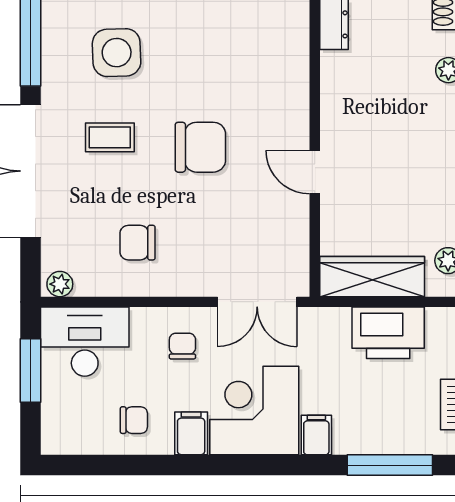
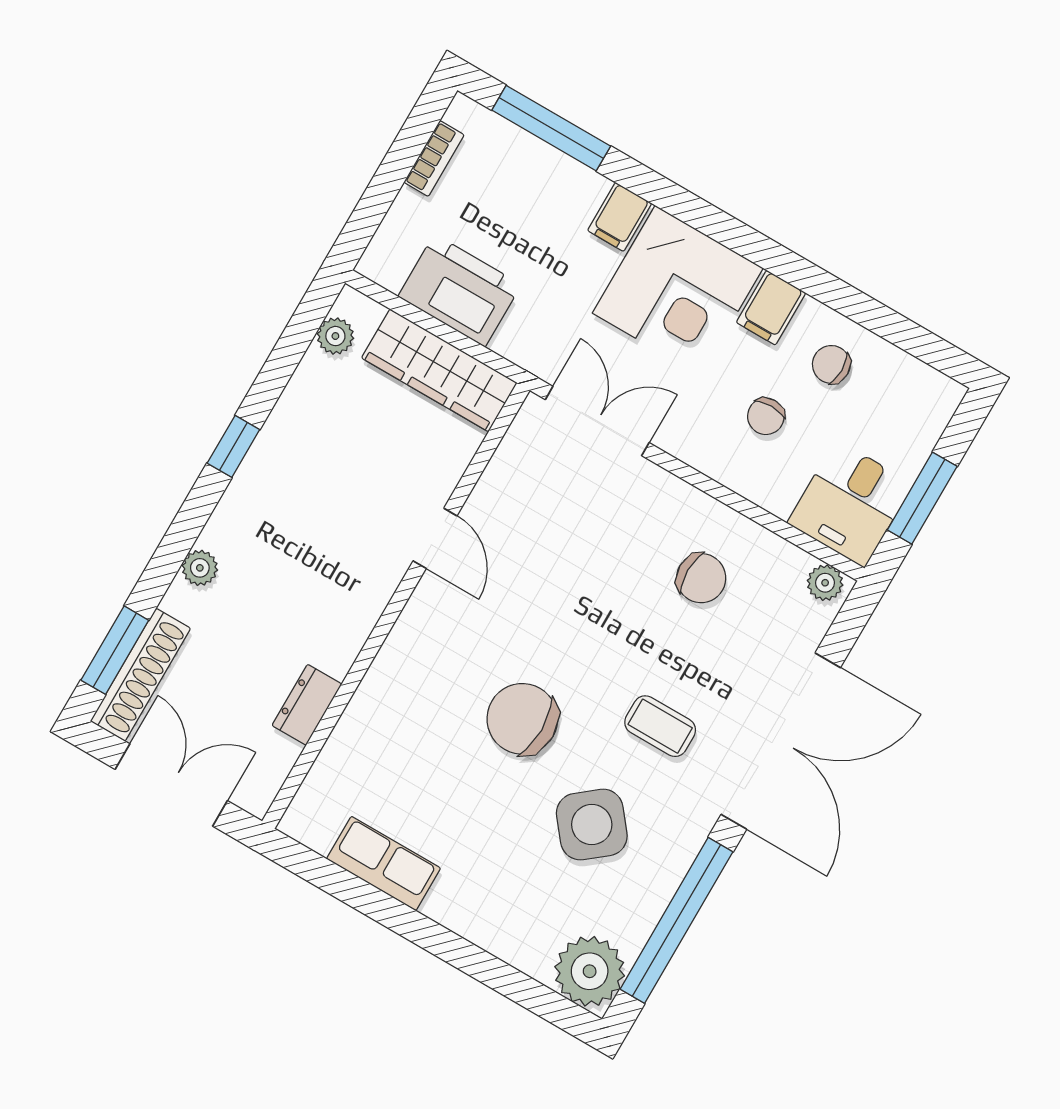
side table: (117, 53) -> (592, 825), turned -37
chair: (200, 147) -> (522, 719), moved
desk: (85, 342) -> (850, 503), width x0.73
chair: (182, 346) -> (766, 416), moved

